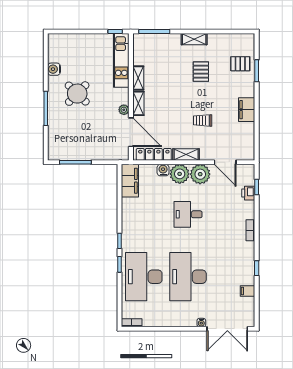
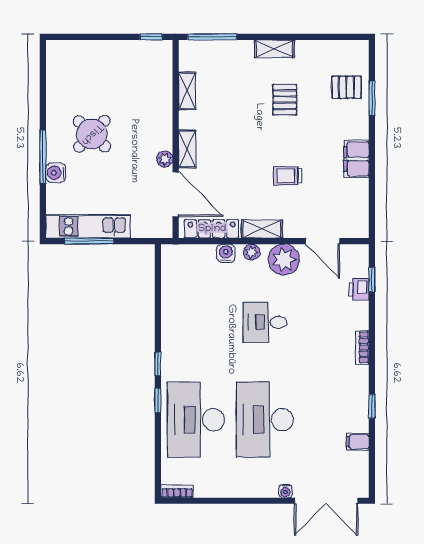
kitchen unit: (121, 60) -> (88, 226), moved, turned 90
water cooler: (54, 69) -> (56, 173), moved
shelving: (138, 78) -> (187, 91), moved
plant: (180, 174) -> (252, 252), width x0.53, depth x0.53
filing cabinet: (130, 181) -> (174, 270), removed

